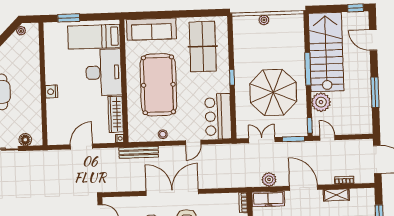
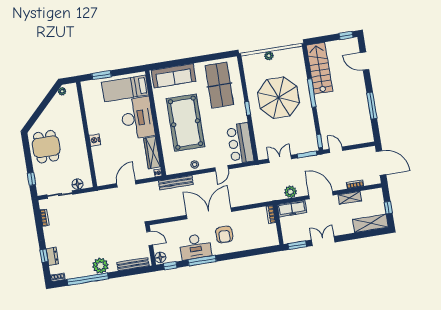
stairs: (326, 52) -> (319, 68), width x0.73, depth x0.66
parasol: (273, 93) -> (278, 98), moved
plant: (321, 102) -> (327, 120), removed

